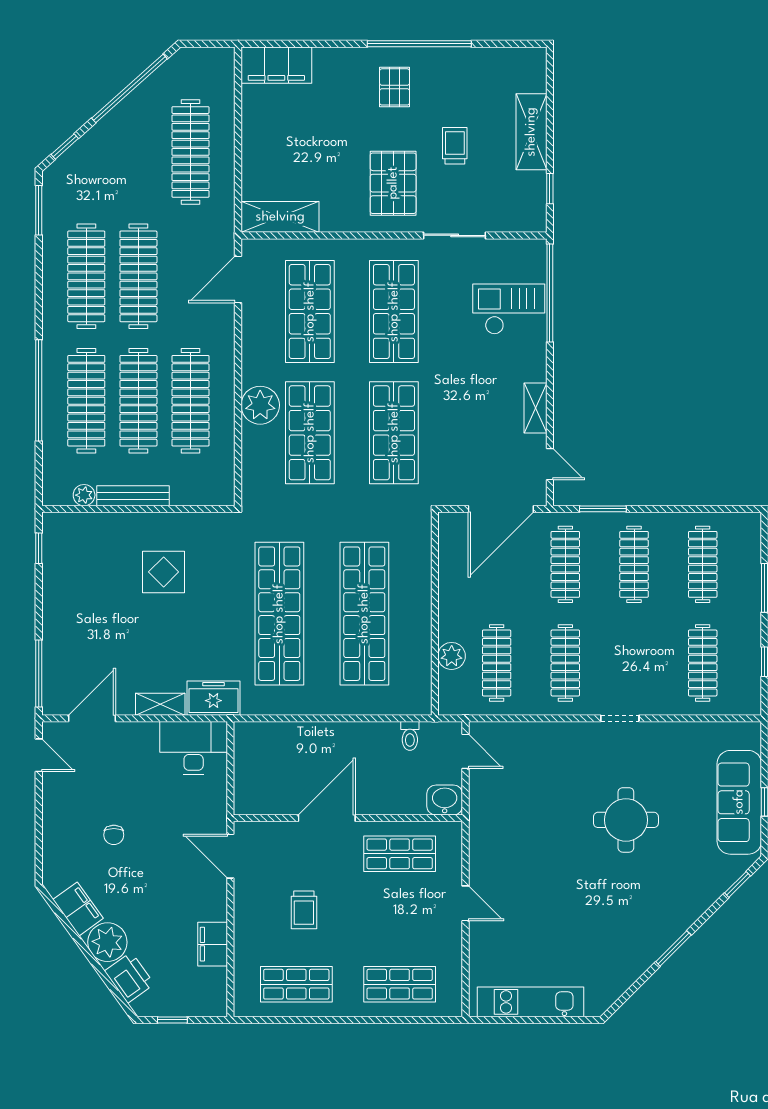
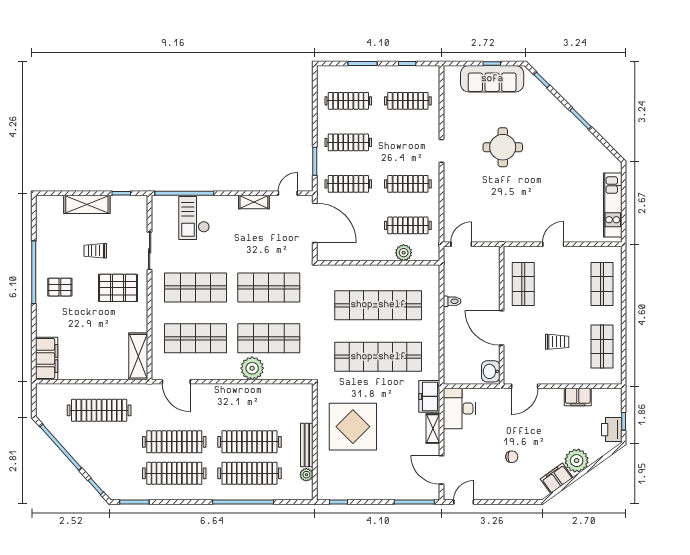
clothes rail: (191, 401) -> (249, 410), removed
display table: (164, 572) -> (353, 427), width x1.86, depth x1.86
toilet: (410, 736) -> (452, 301), moved
washbasin: (445, 800) -> (491, 371), moved
printer: (129, 978) -> (612, 430), moved, turned -54

